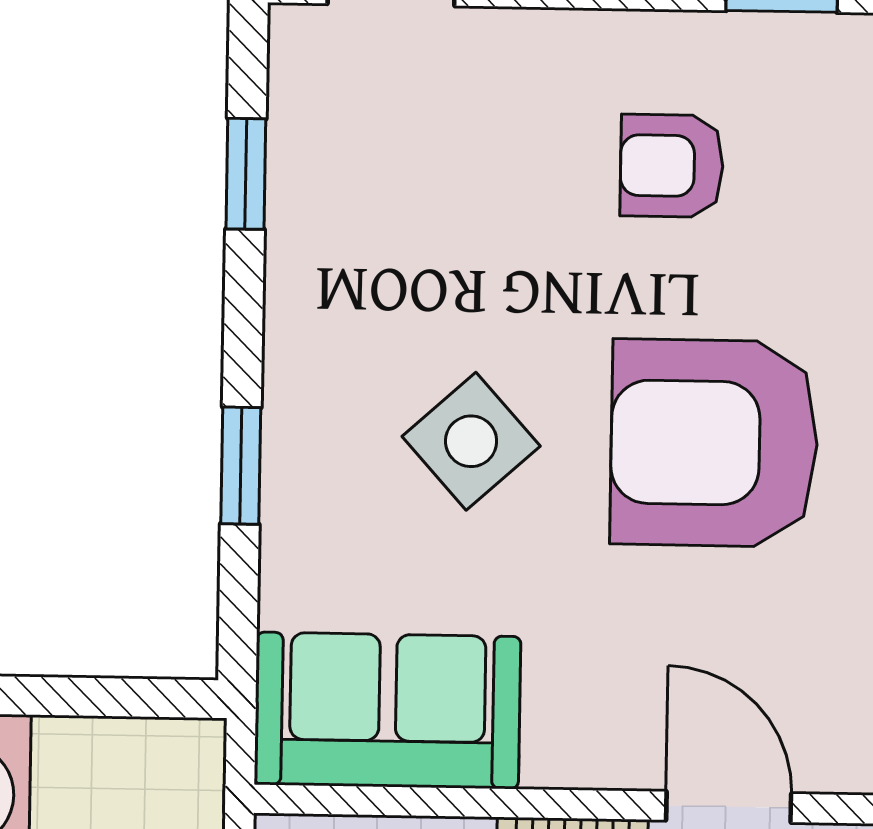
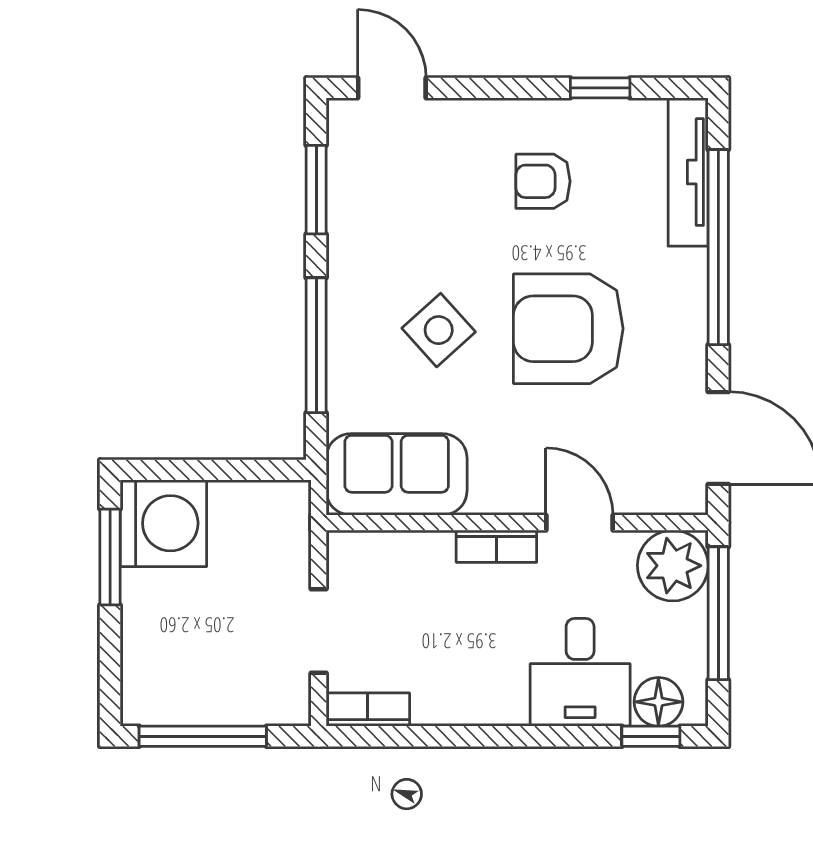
window: (246, 174) -> (316, 190), width x1.50
window: (241, 466) -> (316, 345), width x2.17

